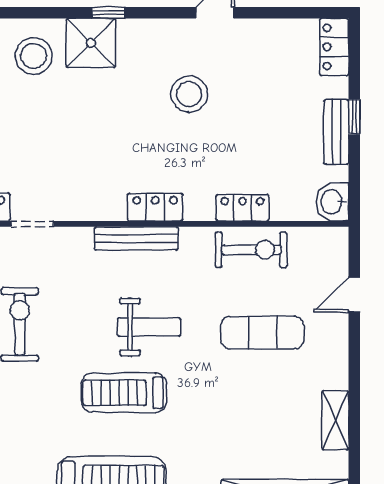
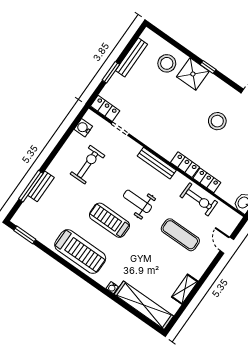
locker: (155, 207) -> (185, 165), moved
door: (354, 295) -> (227, 245), hinge flipped
weight bench: (149, 327) -> (137, 201), turned 180

